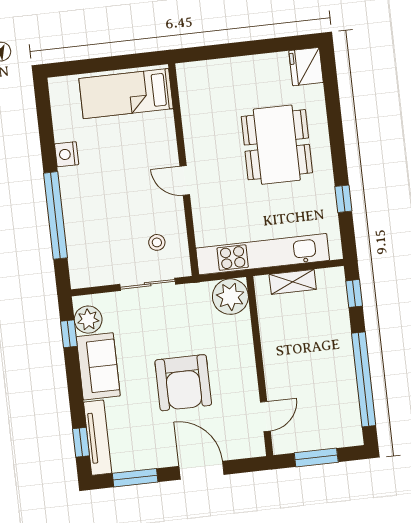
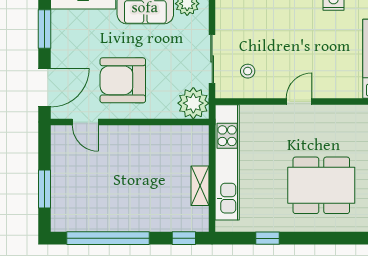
plant: (230, 297) -> (193, 103), moved
wall: (260, 366) -> (130, 122), moved
door: (265, 416) -> (85, 122), moved

